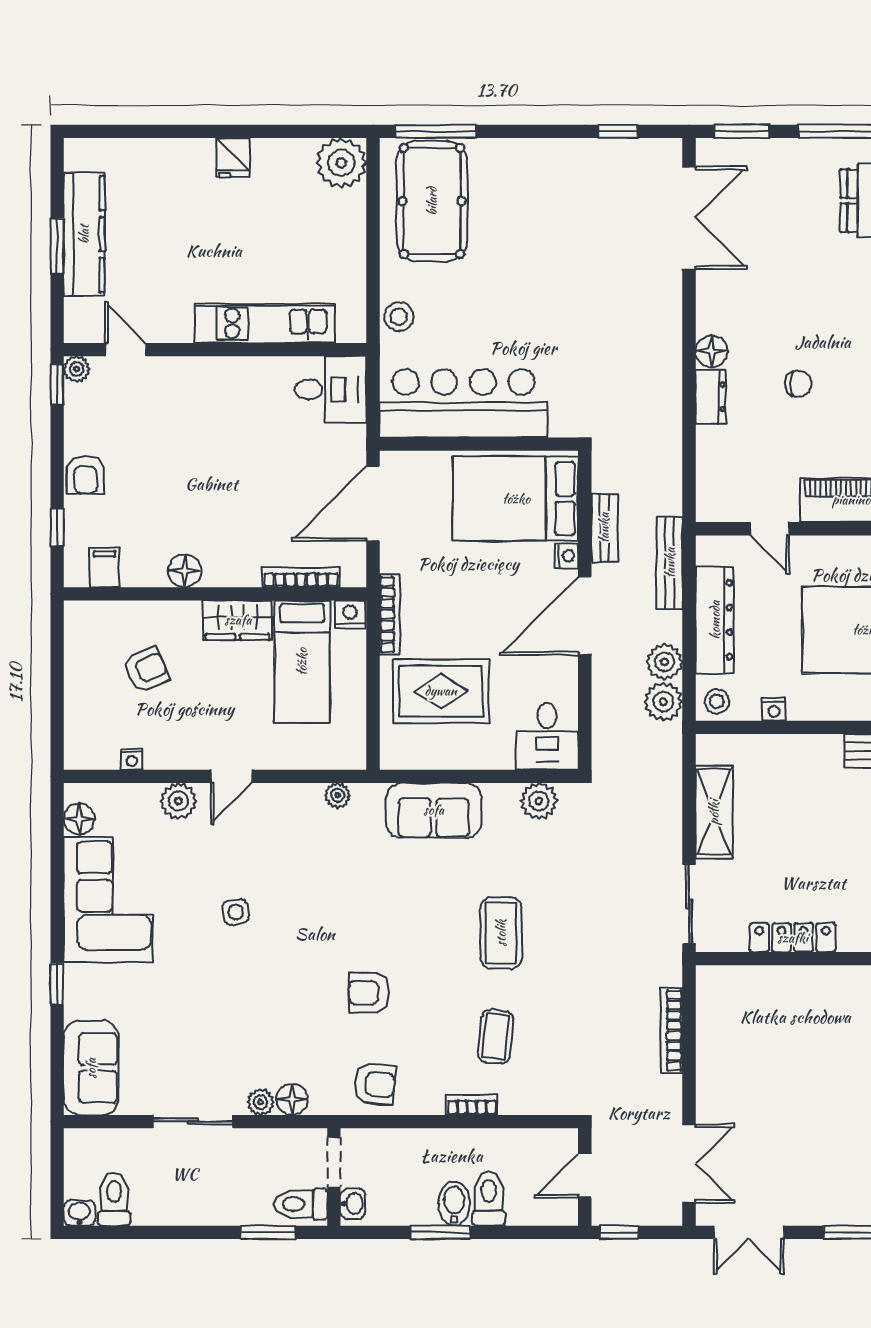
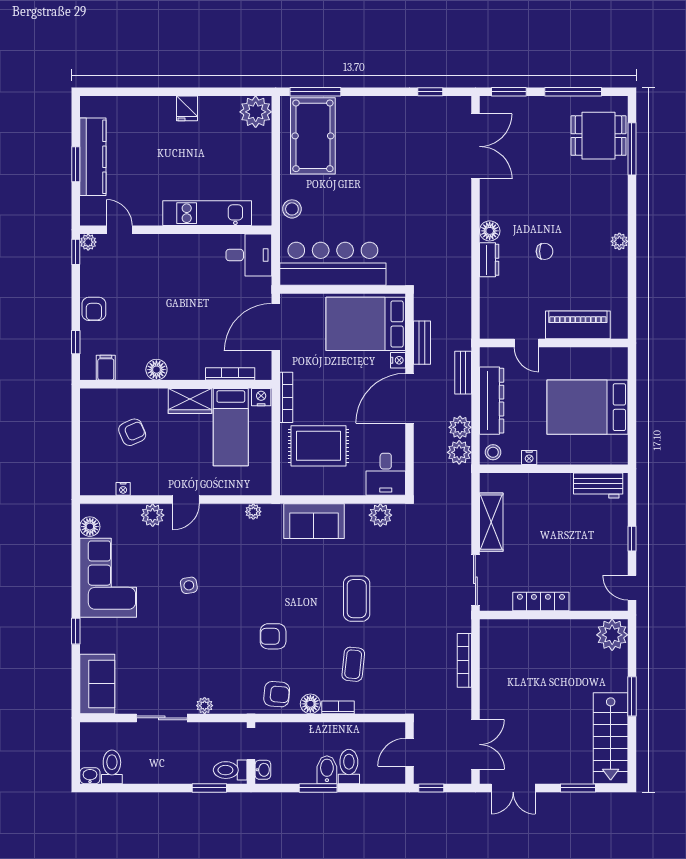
bench: (670, 563) -> (463, 373), width x0.73
floor lamp: (292, 1099) -> (310, 704), moved

